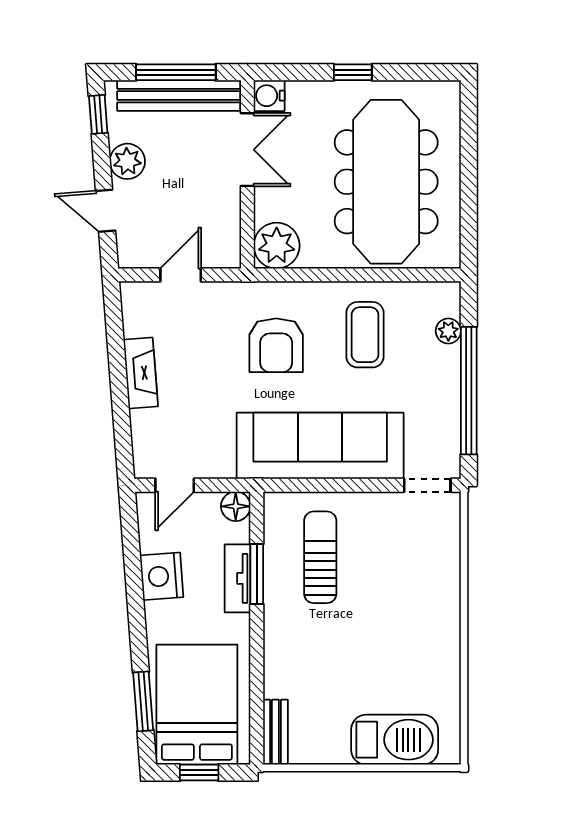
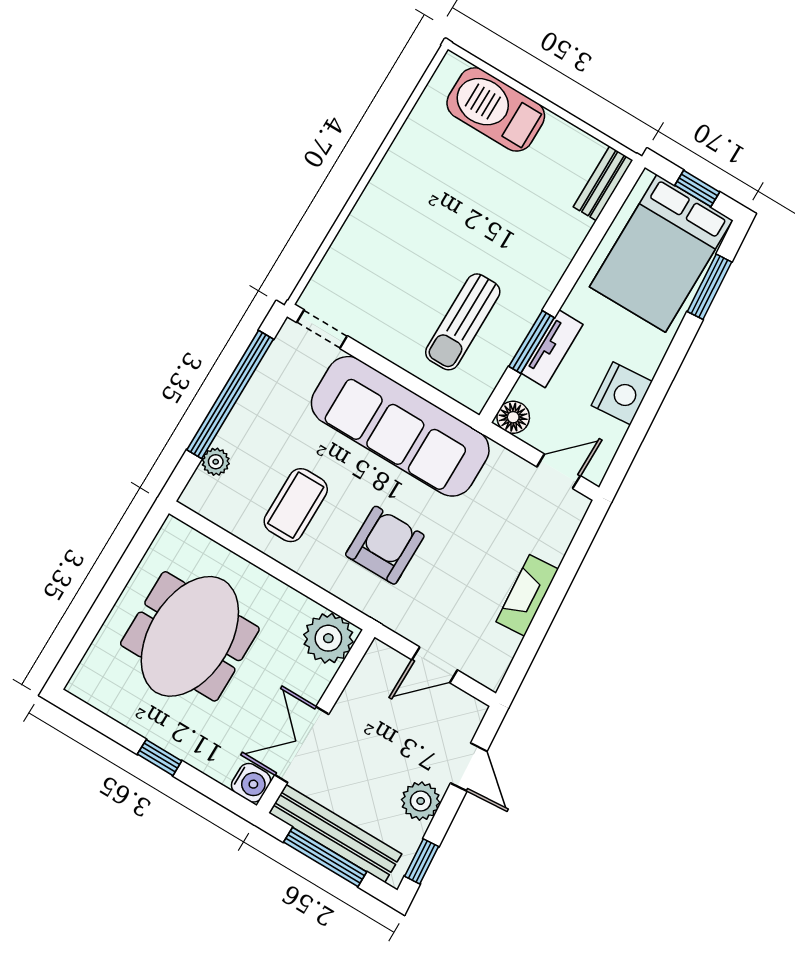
meeting table: (386, 182) -> (190, 636), width x0.73

